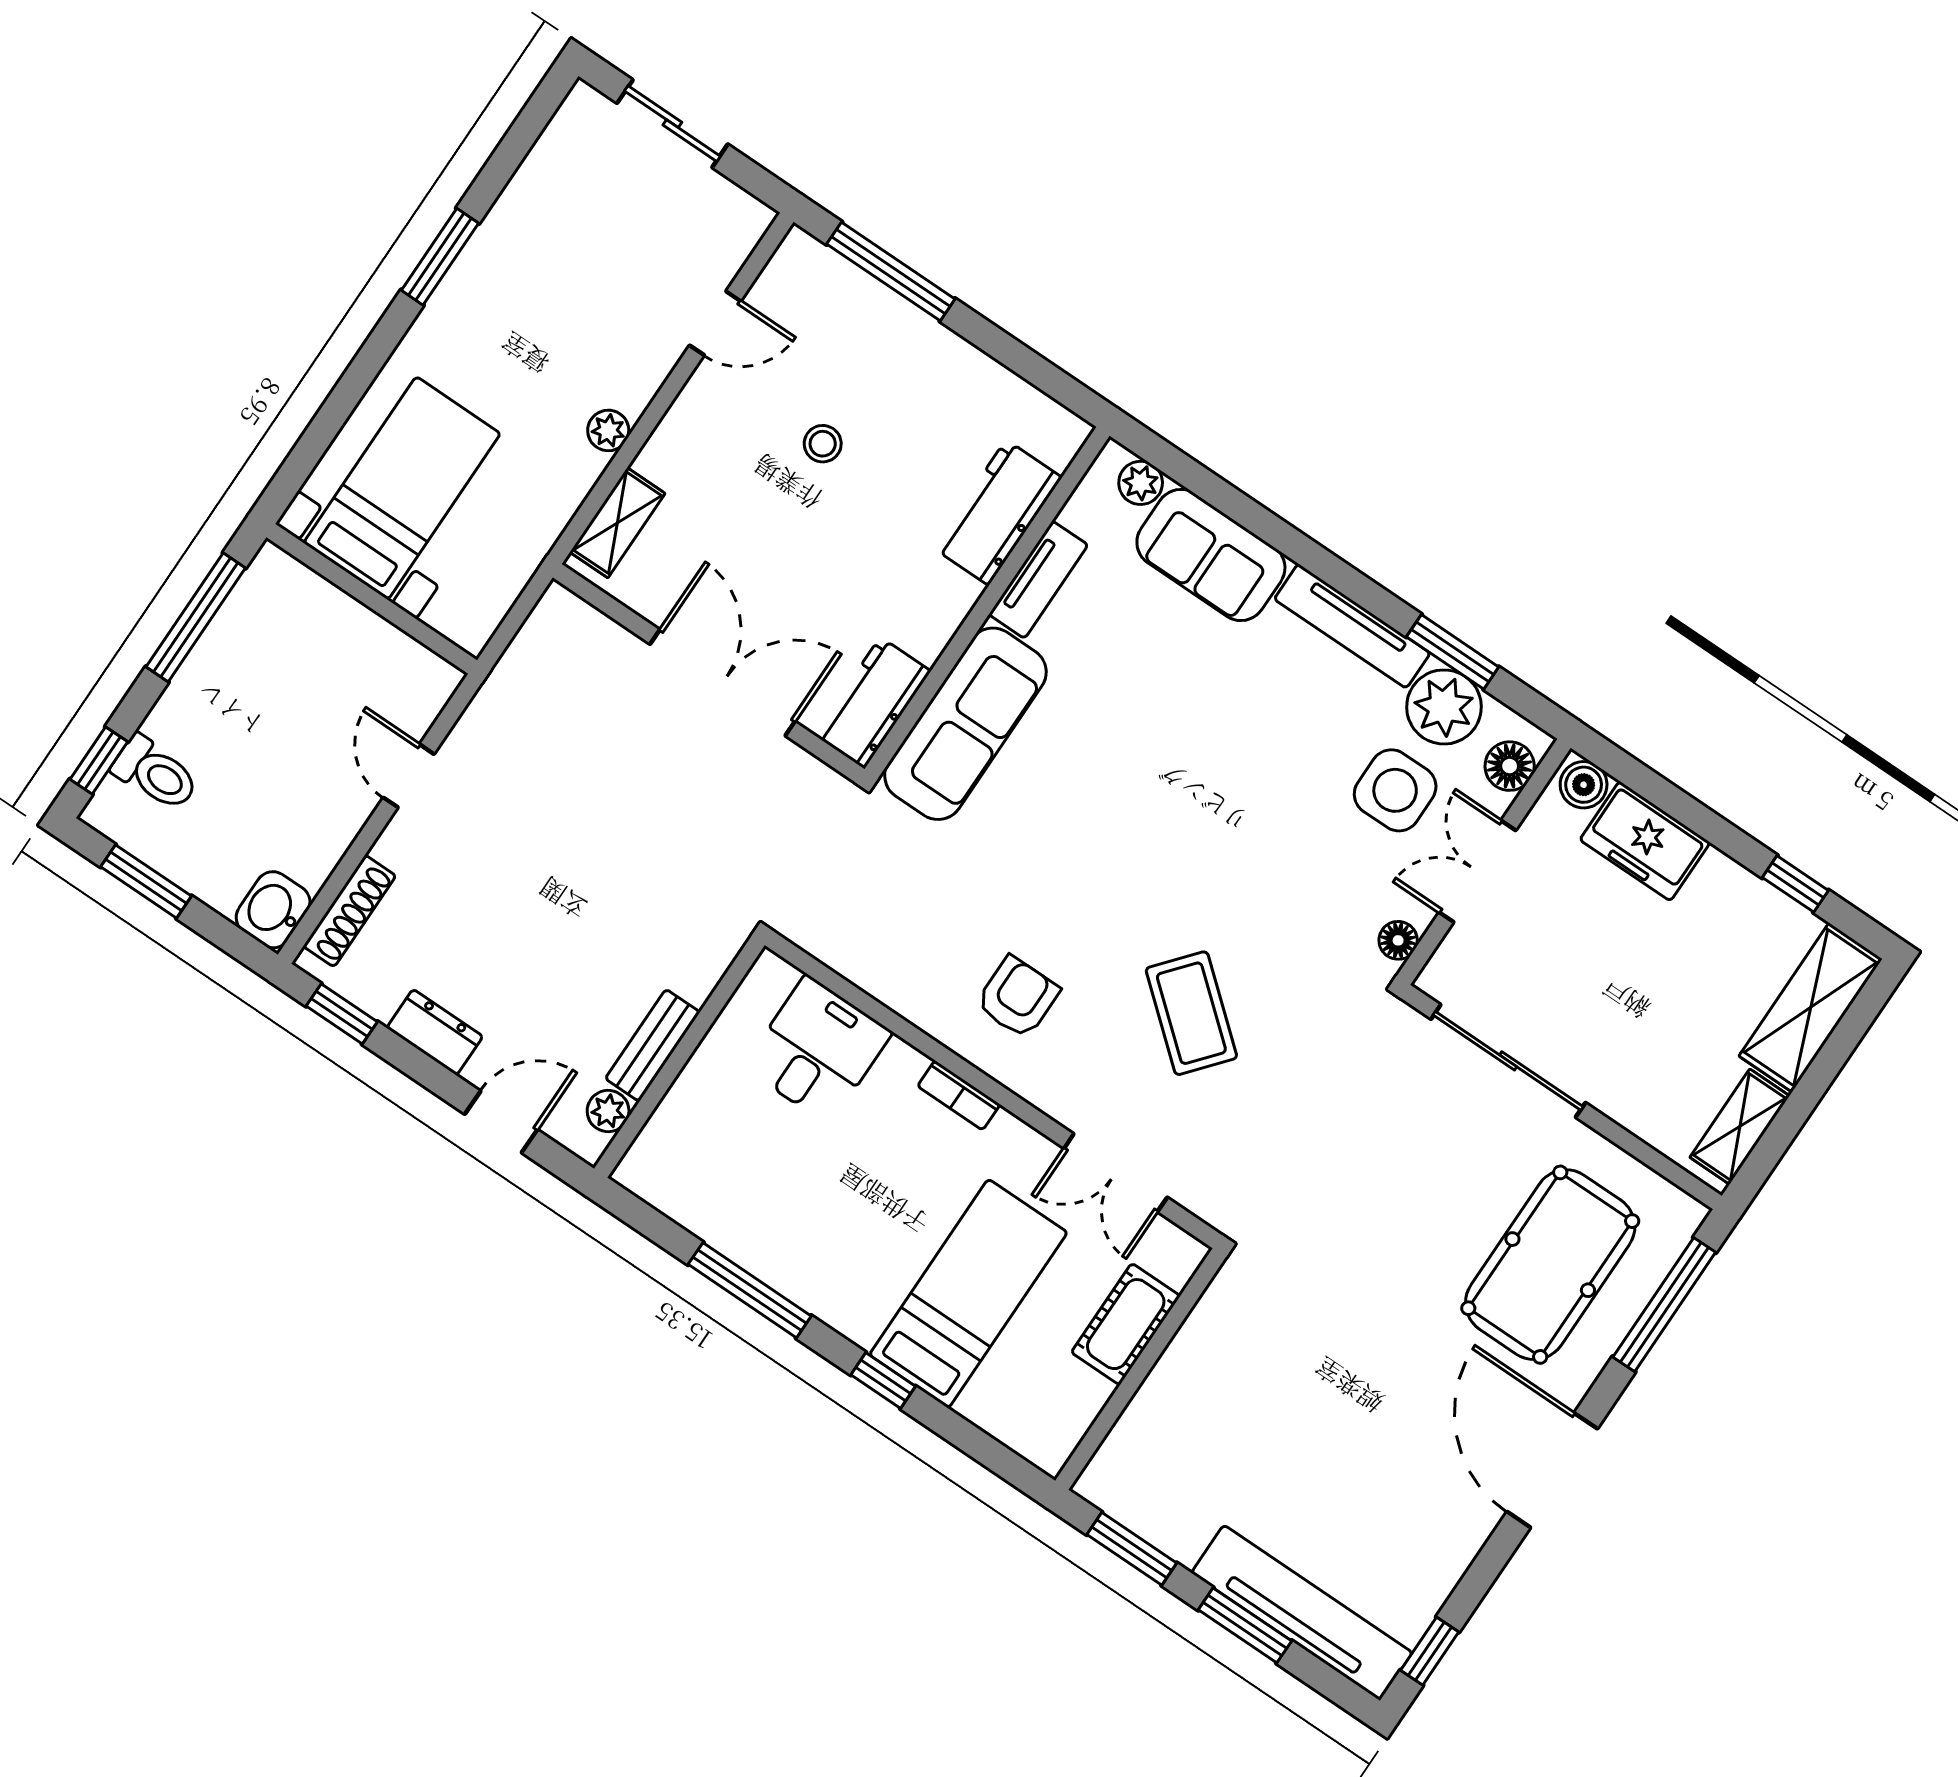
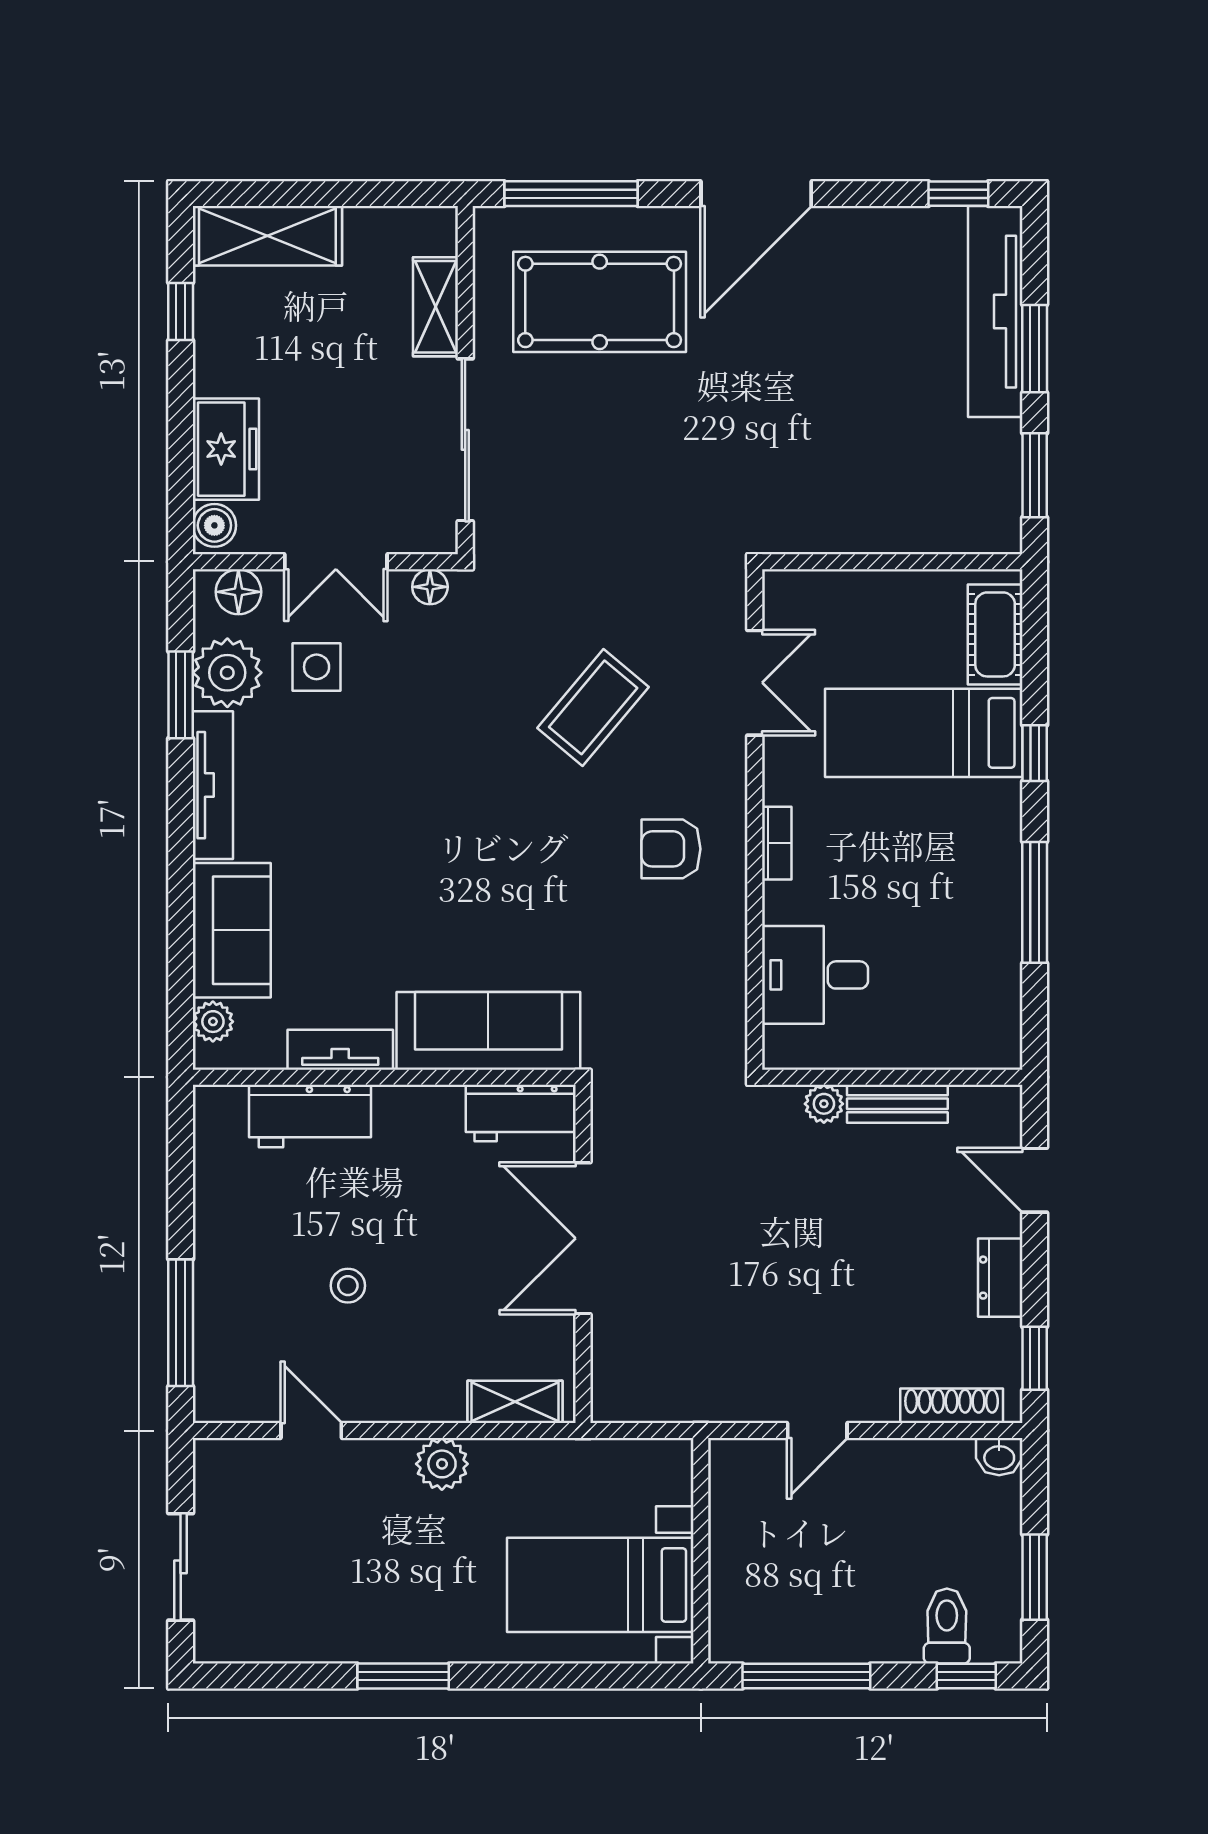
plant: (608, 430) -> (442, 1464), width x1.38, depth x1.38
side table: (1395, 790) -> (317, 667), width x0.73, depth x0.73
washbasin: (273, 910) -> (999, 1457), width x0.72, depth x0.69
plant: (608, 1111) -> (824, 1104), moved
shelving: (1740, 1127) -> (436, 307), moved, turned 90
cot: (1126, 1324) -> (995, 634), moved, turned 90

